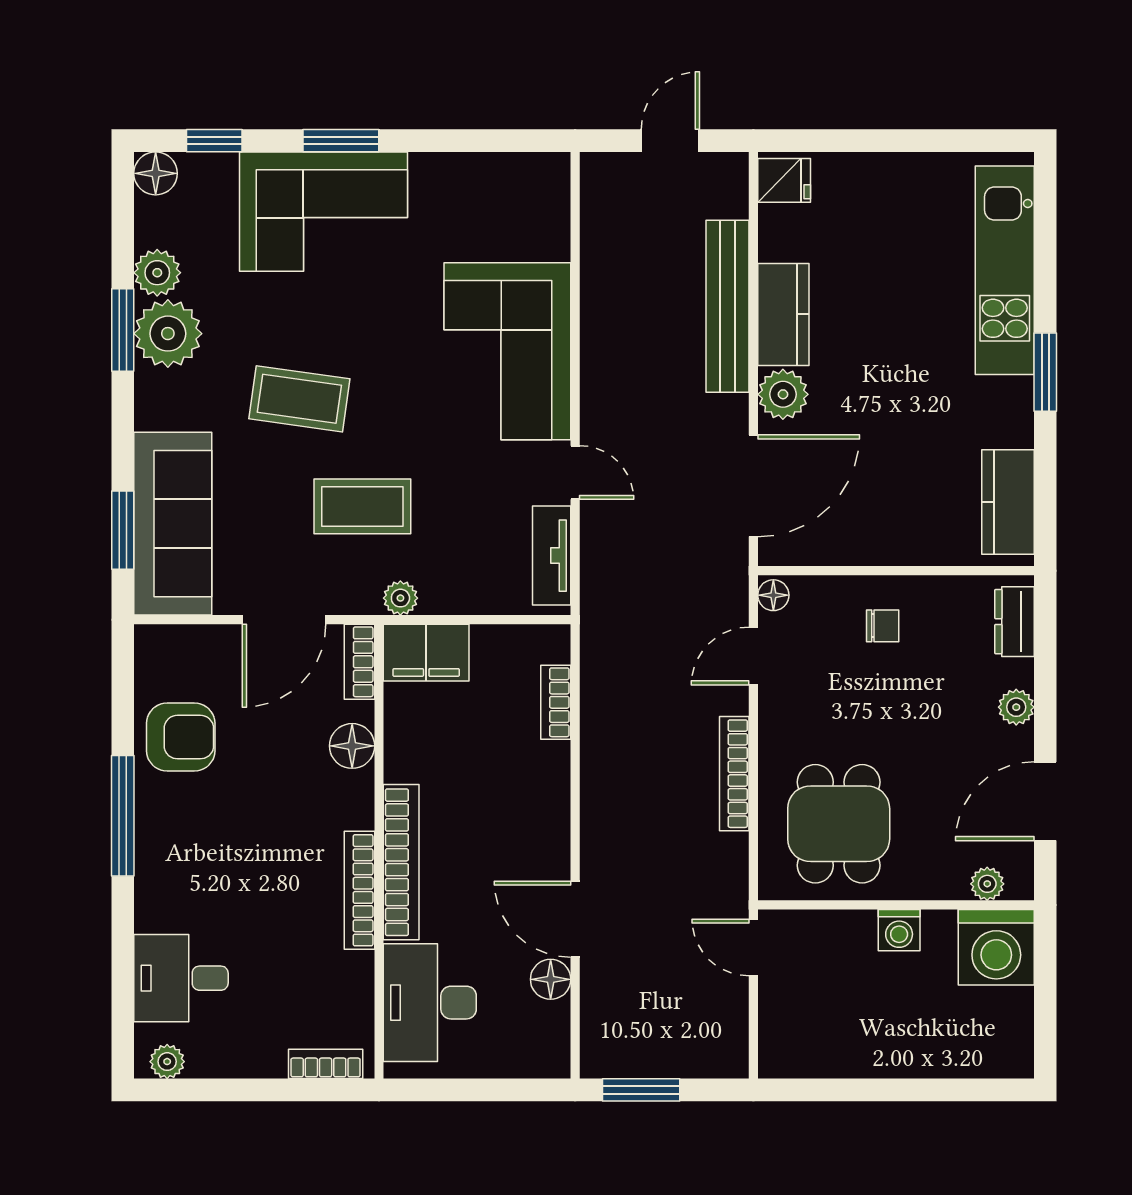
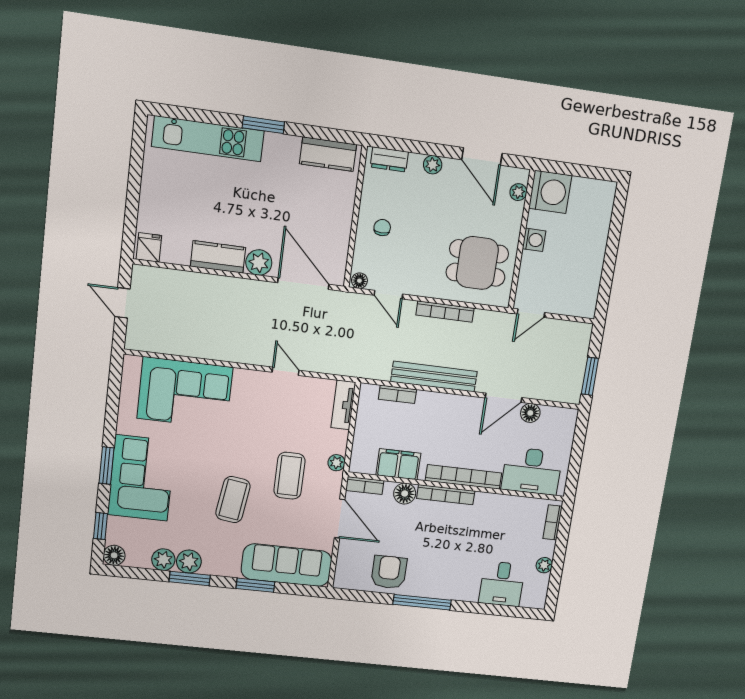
bench: (728, 306) -> (434, 377), moved
plant: (168, 334) -> (189, 562), width x0.73, depth x0.73
corner sofa: (507, 351) -> (185, 393), moved
door: (575, 473) -> (286, 371), hinge flipped
window: (123, 530) -> (255, 585), moved
tv unit: (552, 556) -> (343, 405), moved, turned 90
filing cabinet: (426, 653) -> (398, 464), moved, turned -90
bookcase: (359, 890) -> (446, 495), moved
plant: (167, 1062) -> (544, 565), moved

